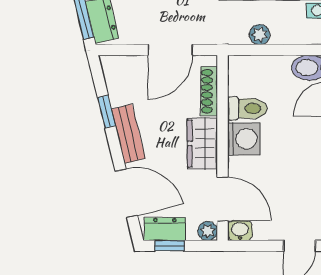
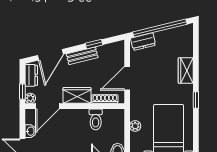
door: (170, 50) -> (127, 78), hinge flipped
washing machine: (244, 139) -> (79, 118), removed
washbasin: (240, 231) -> (30, 131), moved
window: (170, 246) -> (22, 92), moved

